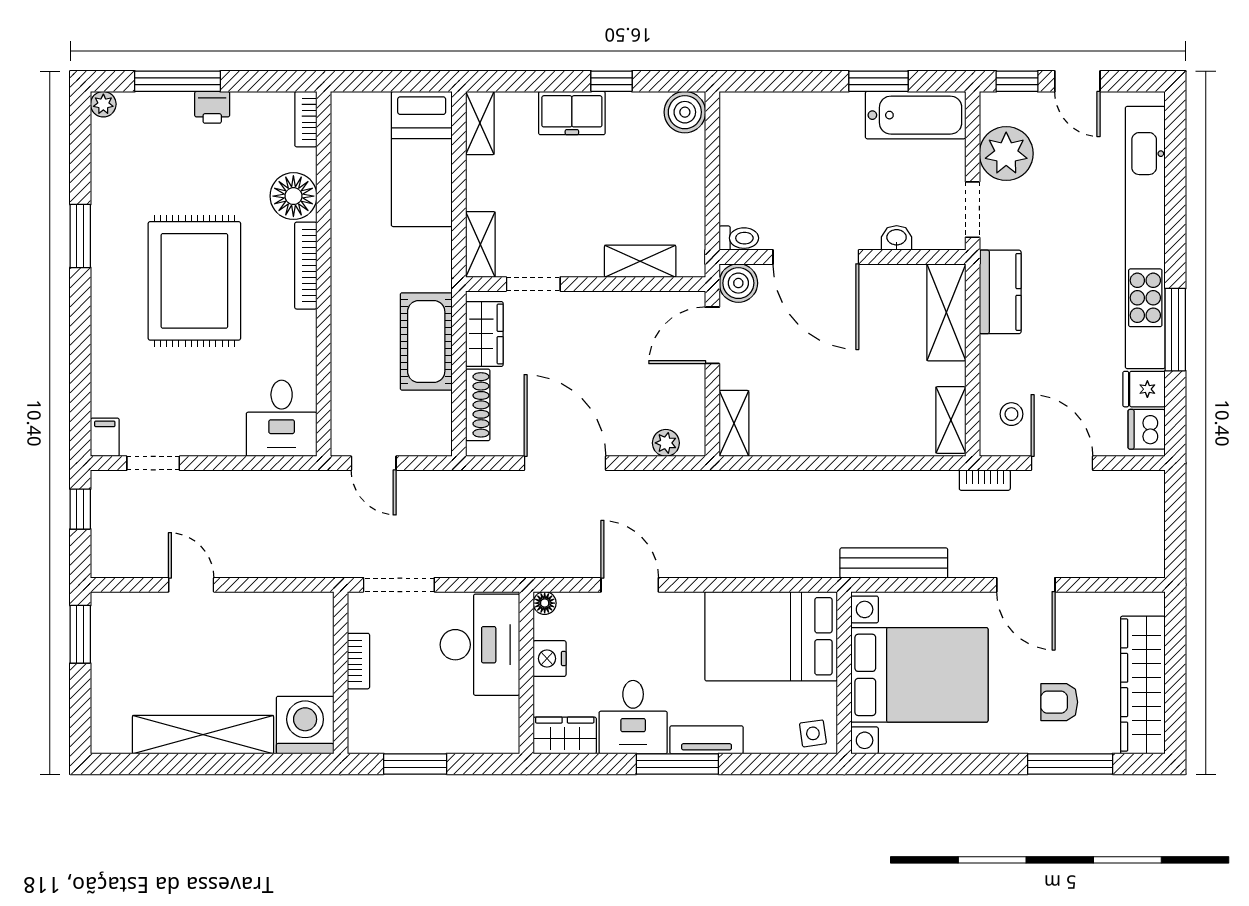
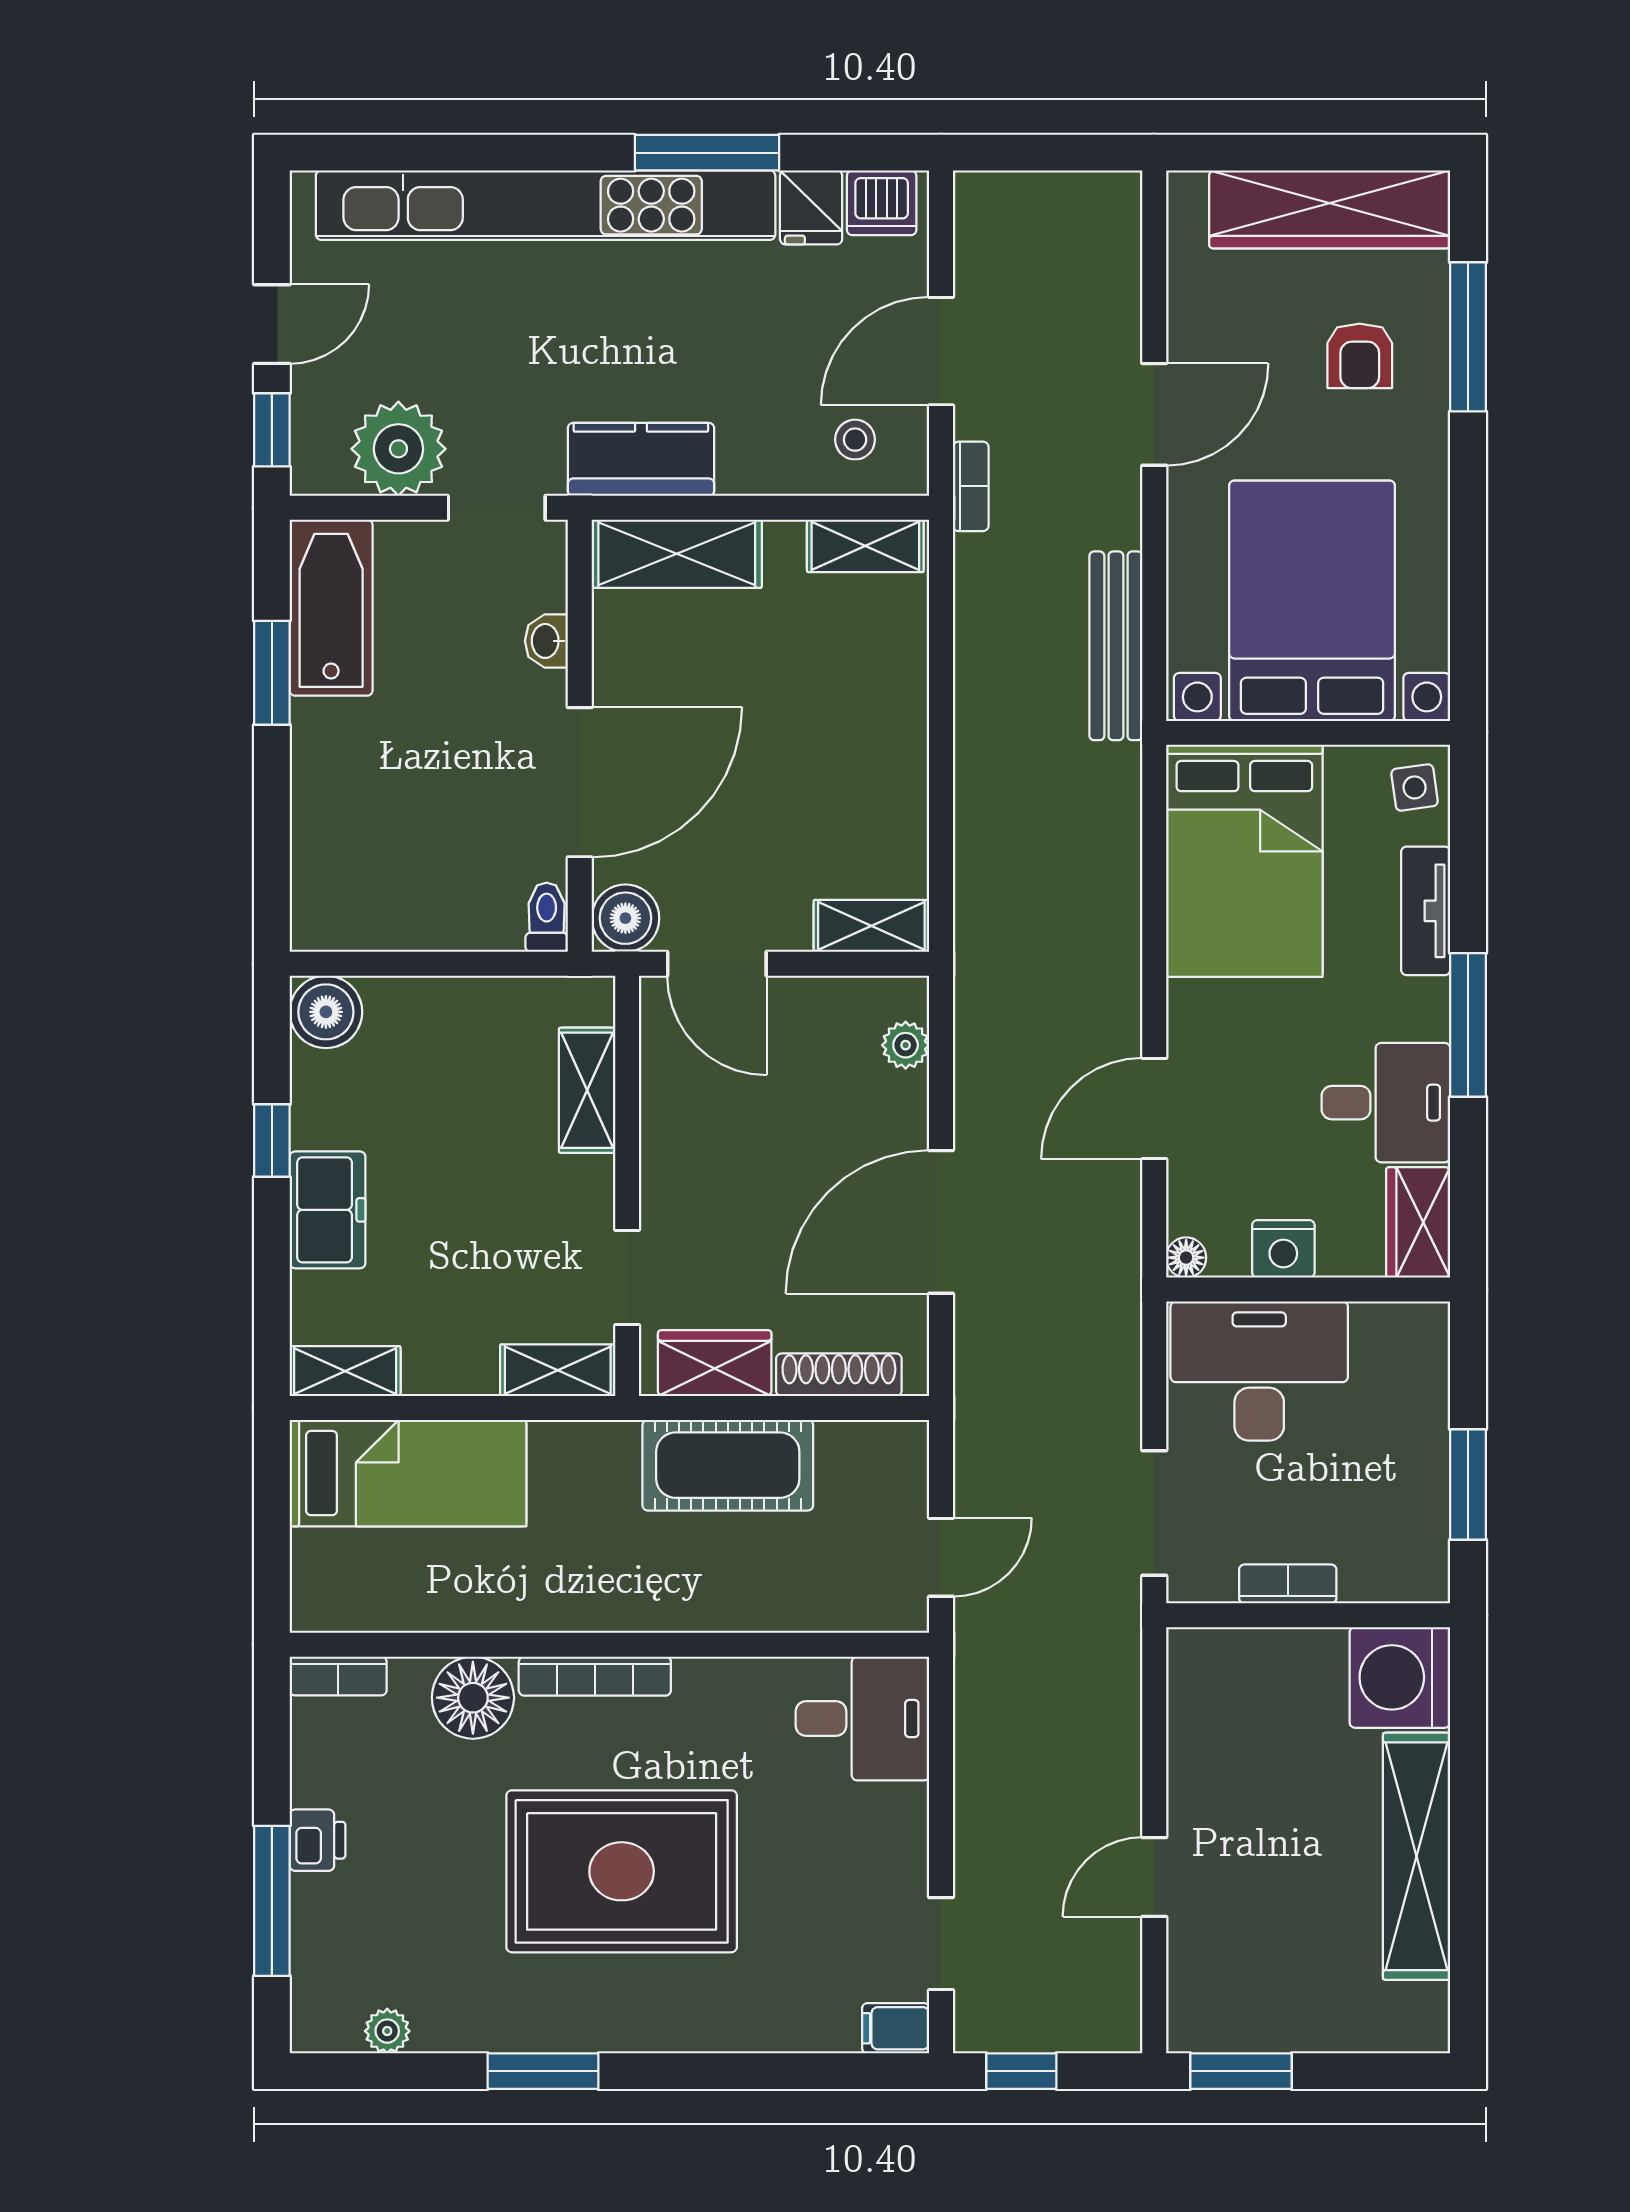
plant: (103, 104) -> (387, 2031), moved
tv unit: (707, 740) -> (1426, 911), moved

